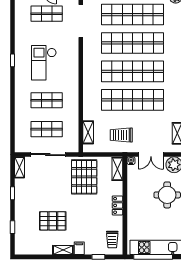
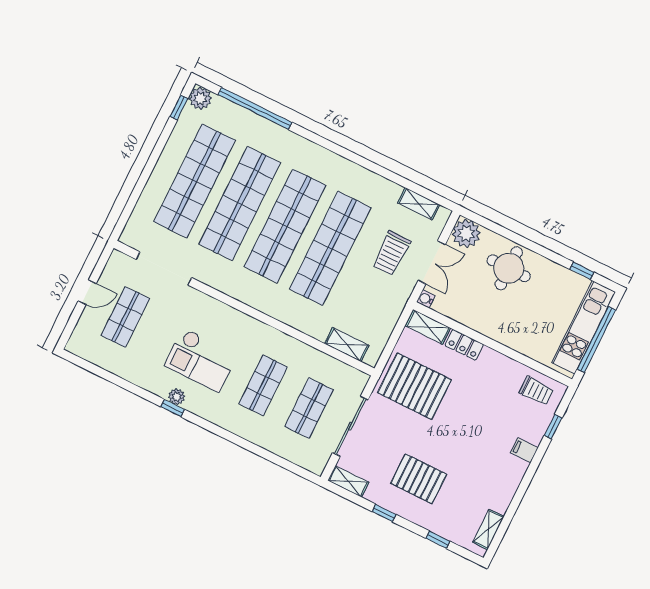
plant: (19, 60) -> (177, 397), added
trolley: (121, 135) -> (391, 253), moved
locker: (117, 205) -> (464, 345), moved
pallet: (53, 221) -> (419, 479), moved, turned 90
shelving: (63, 250) -> (488, 529), moved

